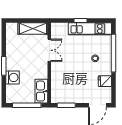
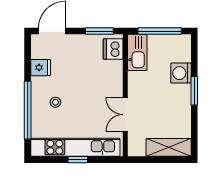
shelving: (33, 29) -> (169, 147), moved
kitchen unit: (90, 29) -> (75, 147), width x1.36
dishwasher: (57, 93) -> (113, 49), added

